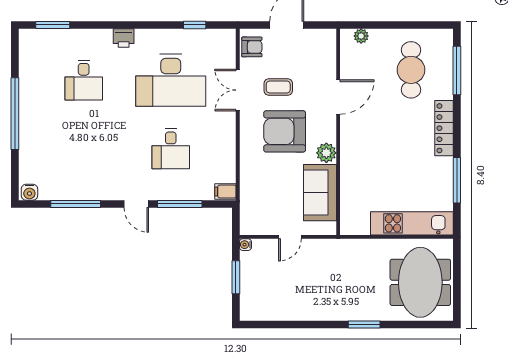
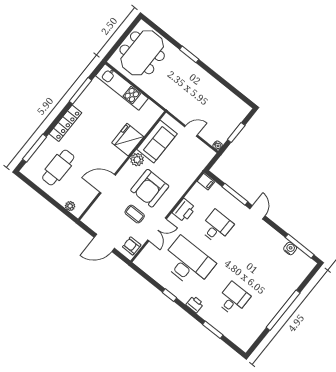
window: (53, 25) -> (213, 330), moved
window: (195, 25) -> (170, 295), moved
armchair: (285, 131) -> (150, 188), turned 90
printer: (224, 138) -> (184, 210), added
fridge: (356, 167) -> (128, 140), added
water cooler: (29, 192) -> (290, 249), moved
window: (76, 204) -> (300, 246), moved

